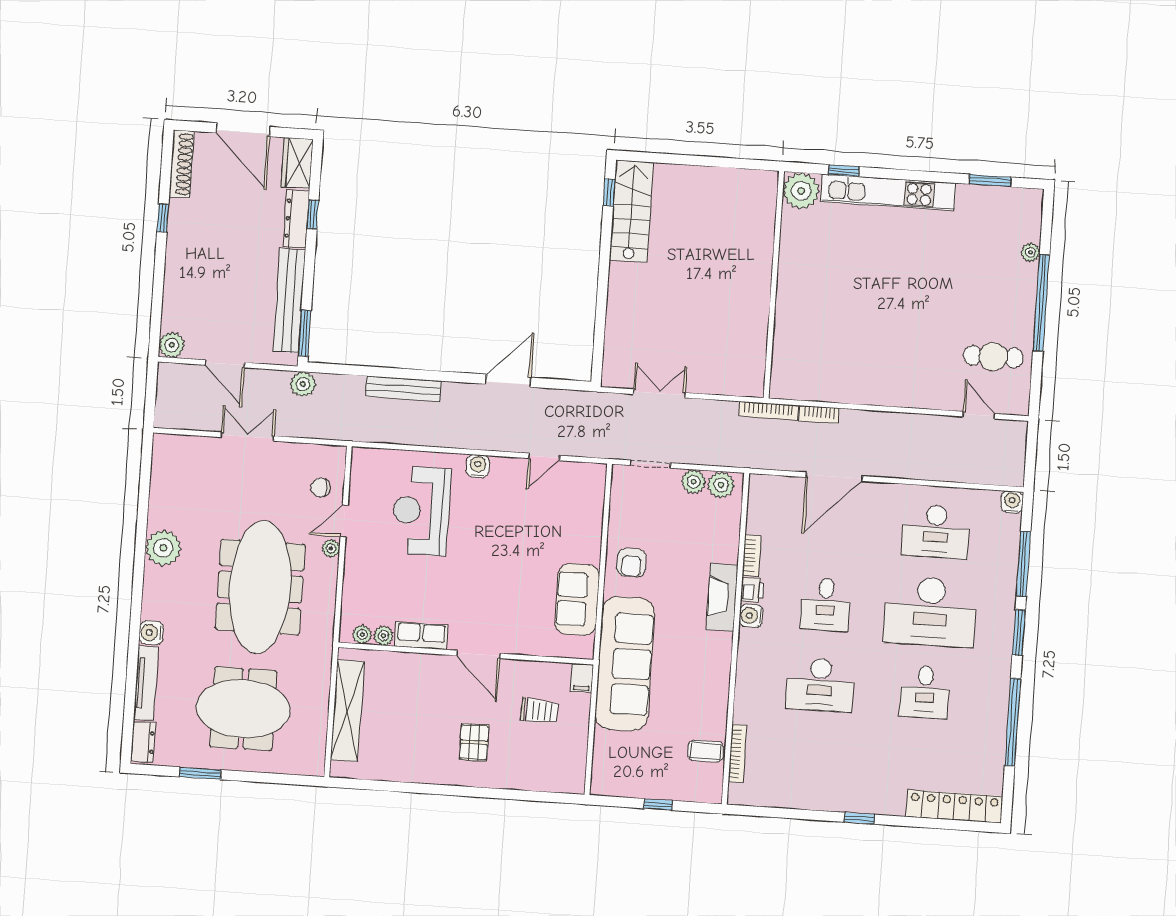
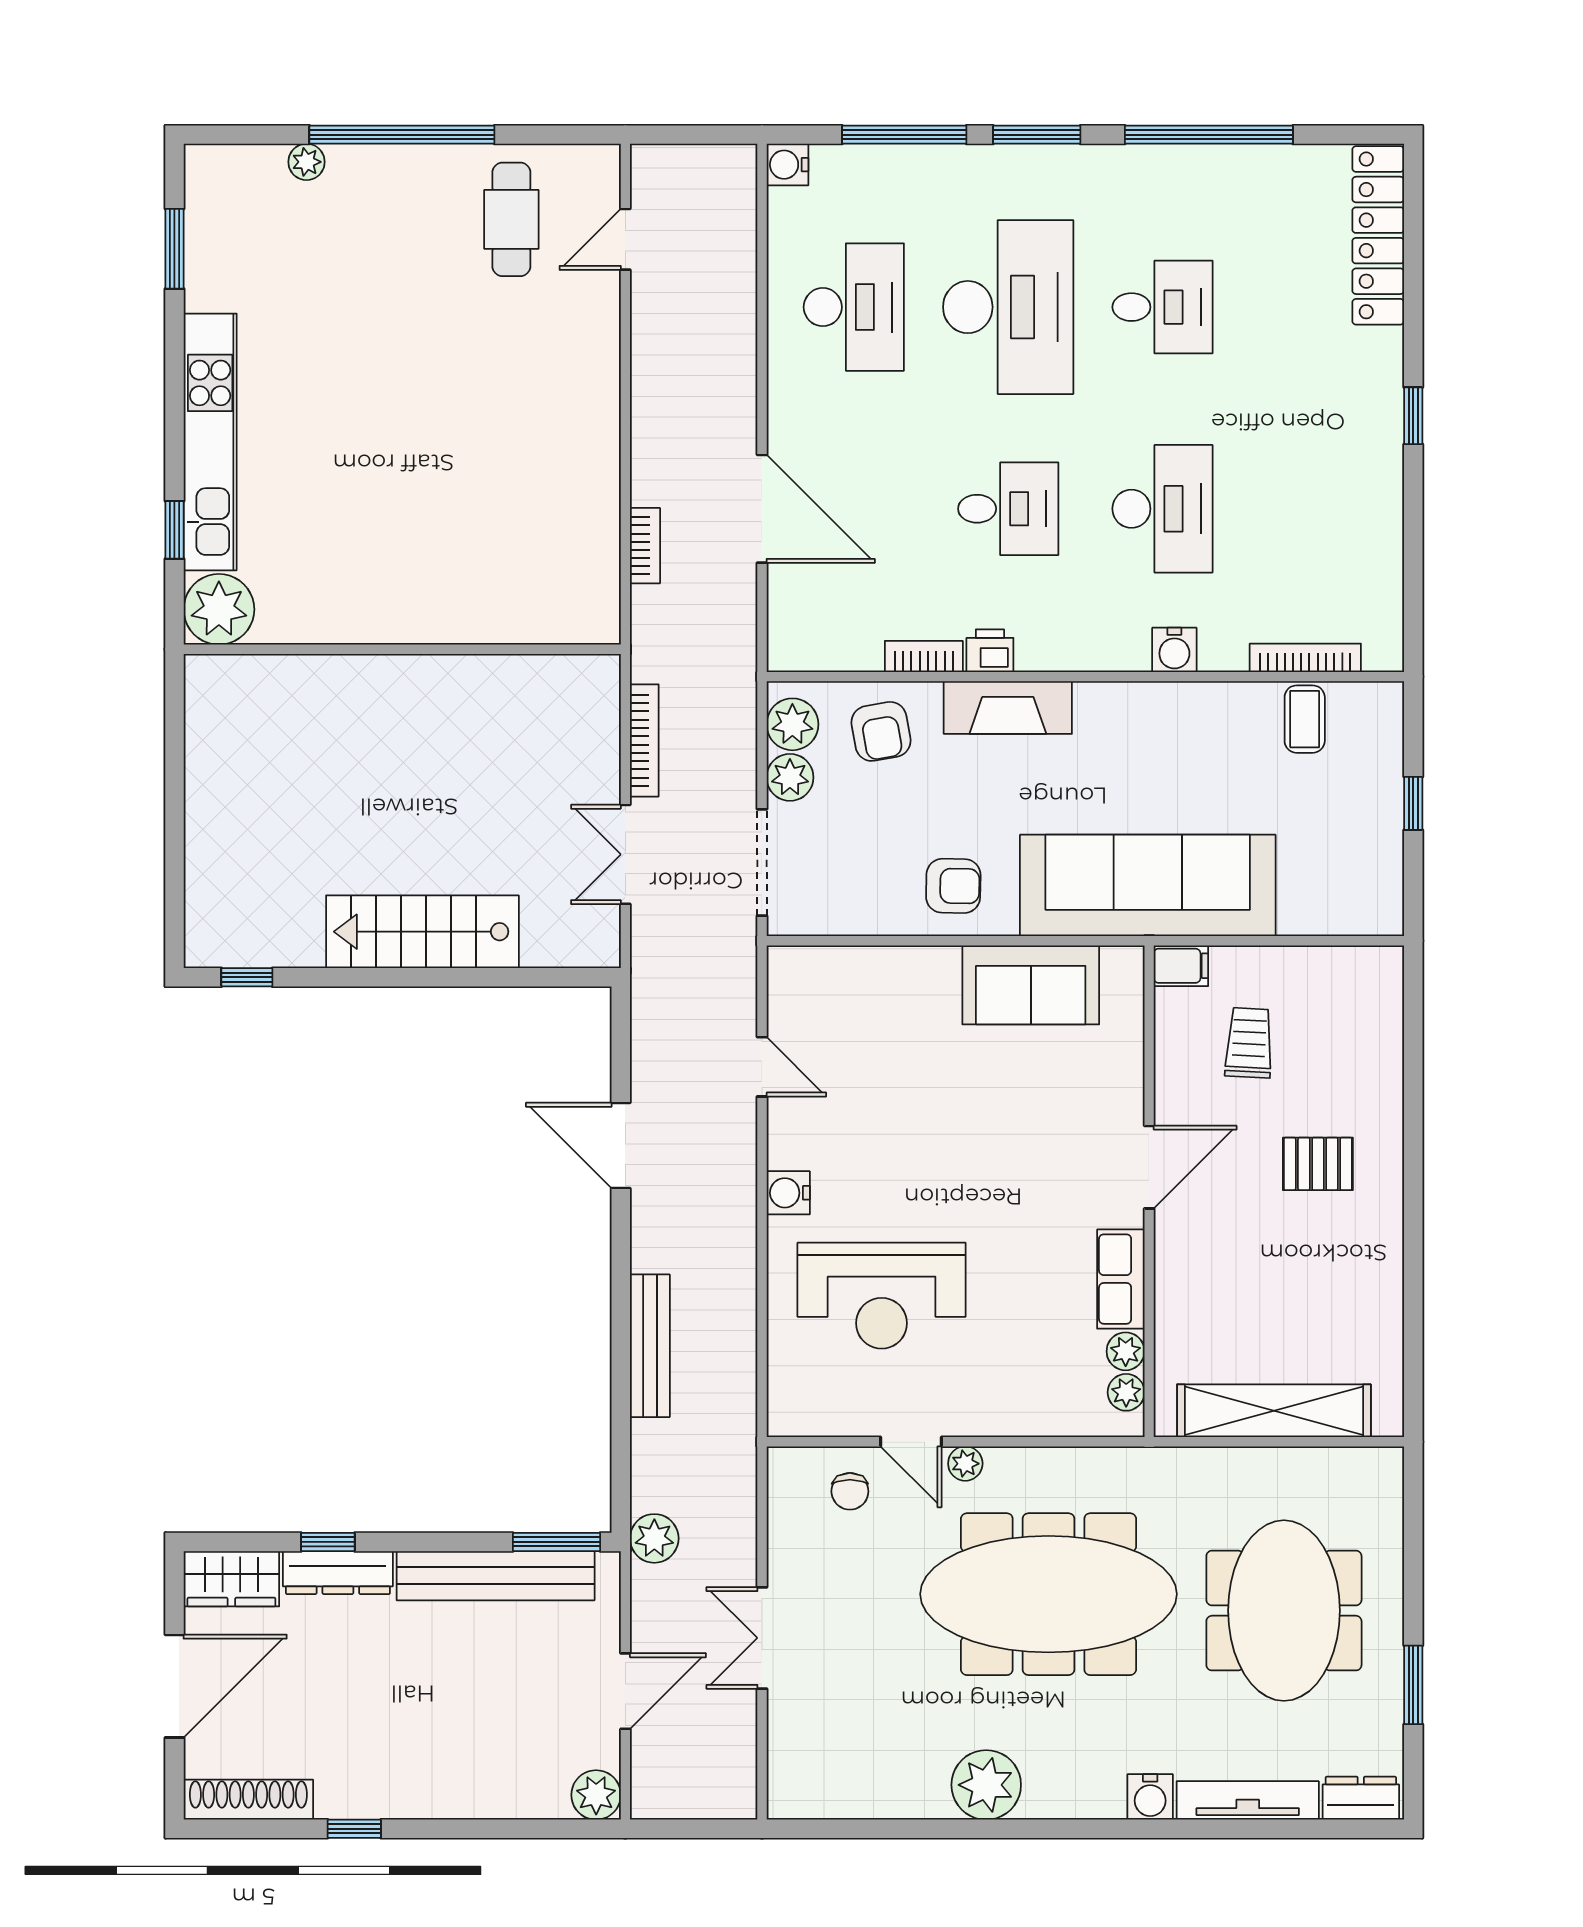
stairs: (631, 211) -> (422, 932), moved
bookcase: (769, 411) -> (644, 740), moved
doorway: (650, 464) -> (762, 863), width x1.38
armchair: (714, 531) -> (881, 731), added
water cooler: (751, 616) -> (1174, 650), moved

